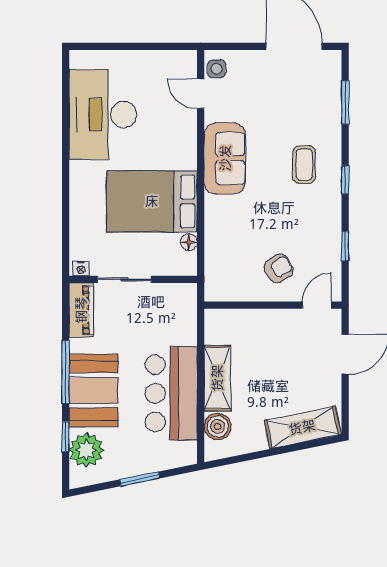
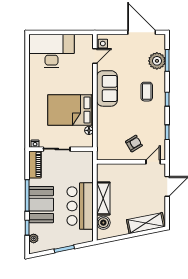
door: (201, 94) -> (95, 56), swing flipped
plant: (325, 103) -> (157, 61), added
desk: (103, 115) -> (52, 51), moved, turned 90
plant: (86, 450) -> (34, 238), width x0.53, depth x0.53

